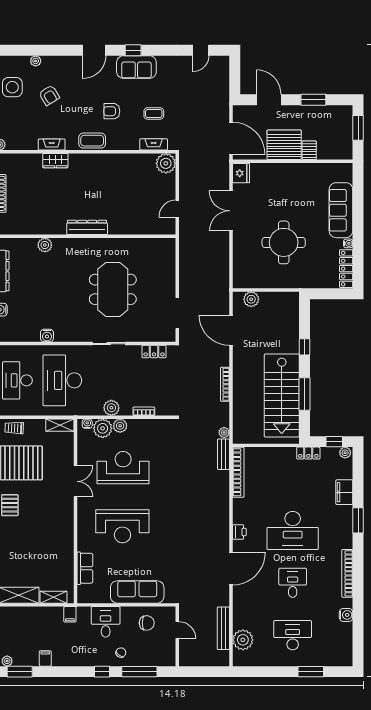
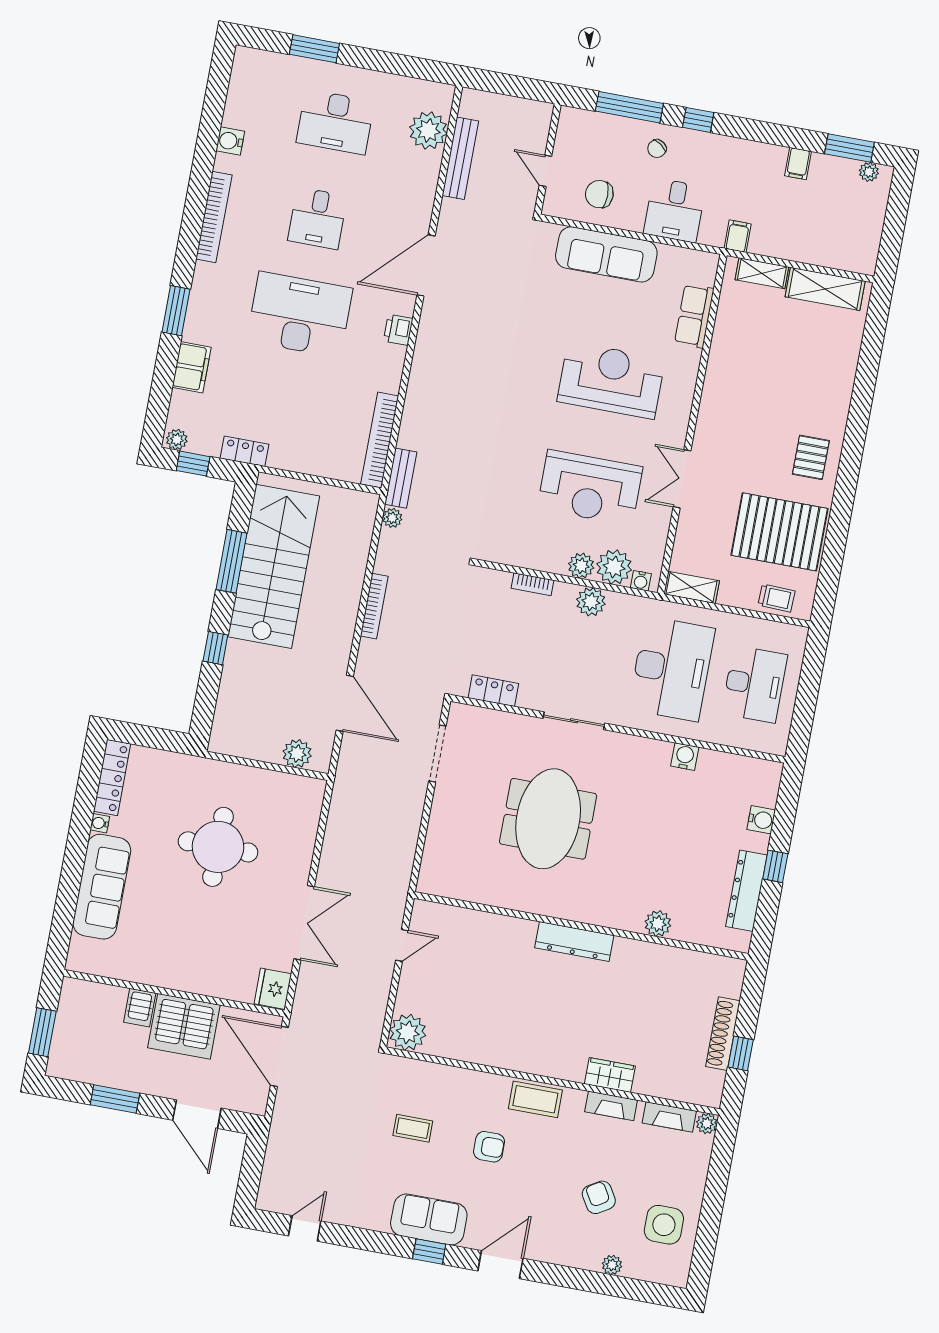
fireplace: (154, 144) -> (669, 1117), moved

